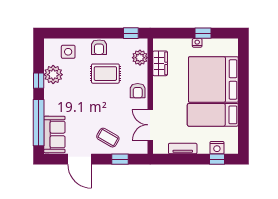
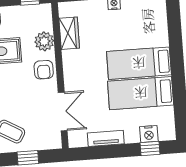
plant: (140, 58) -> (44, 41), moved
bed: (213, 80) -> (139, 63), width x0.49
double door: (150, 125) -> (63, 111), swing flipped

